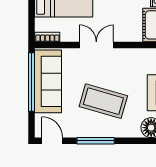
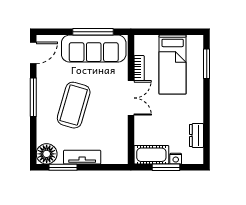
bookcase: (47, 37) -> (139, 68), moved
window: (31, 82) -> (93, 32), width x0.68

